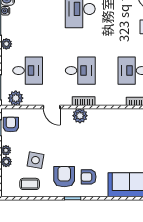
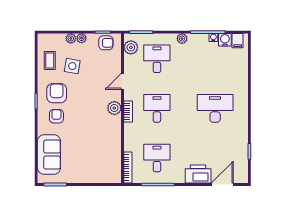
desk: (28, 71) -> (157, 59), turned 180
desk: (80, 71) -> (157, 108), turned 180
armchair: (64, 177) -> (57, 93), turned -90

